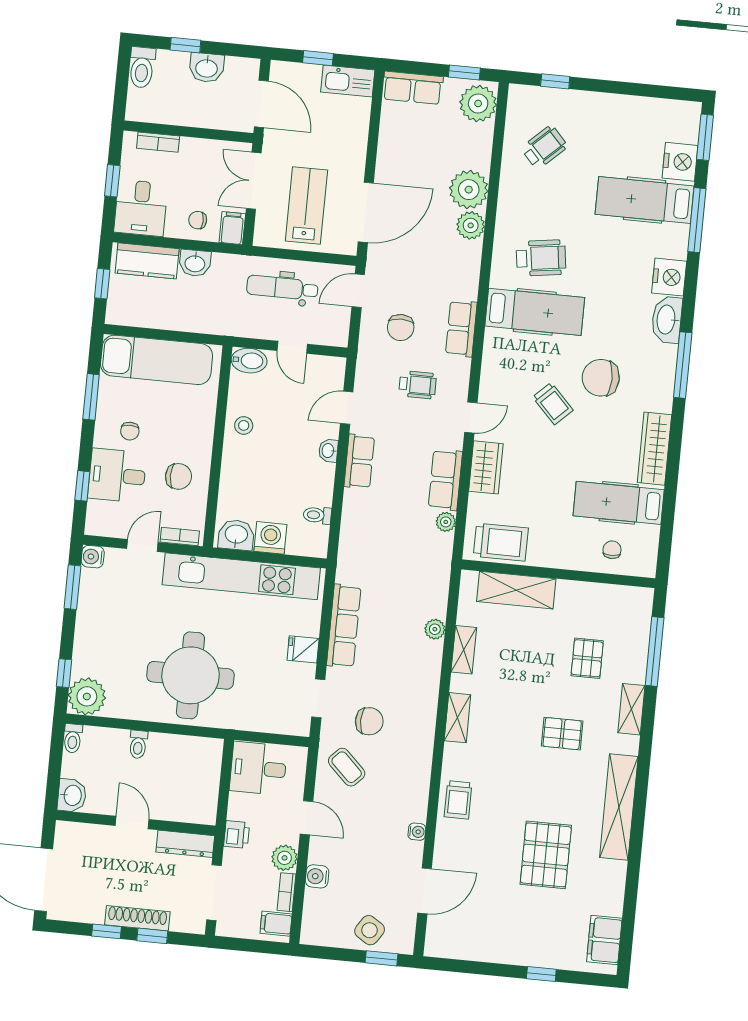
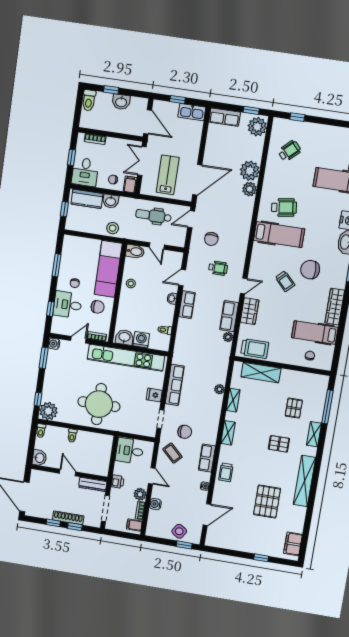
stool: (202, 316) -> (113, 228), added
row of seats: (461, 329) -> (207, 458), moved
exam couch: (157, 360) -> (108, 269), moved, turned 90

